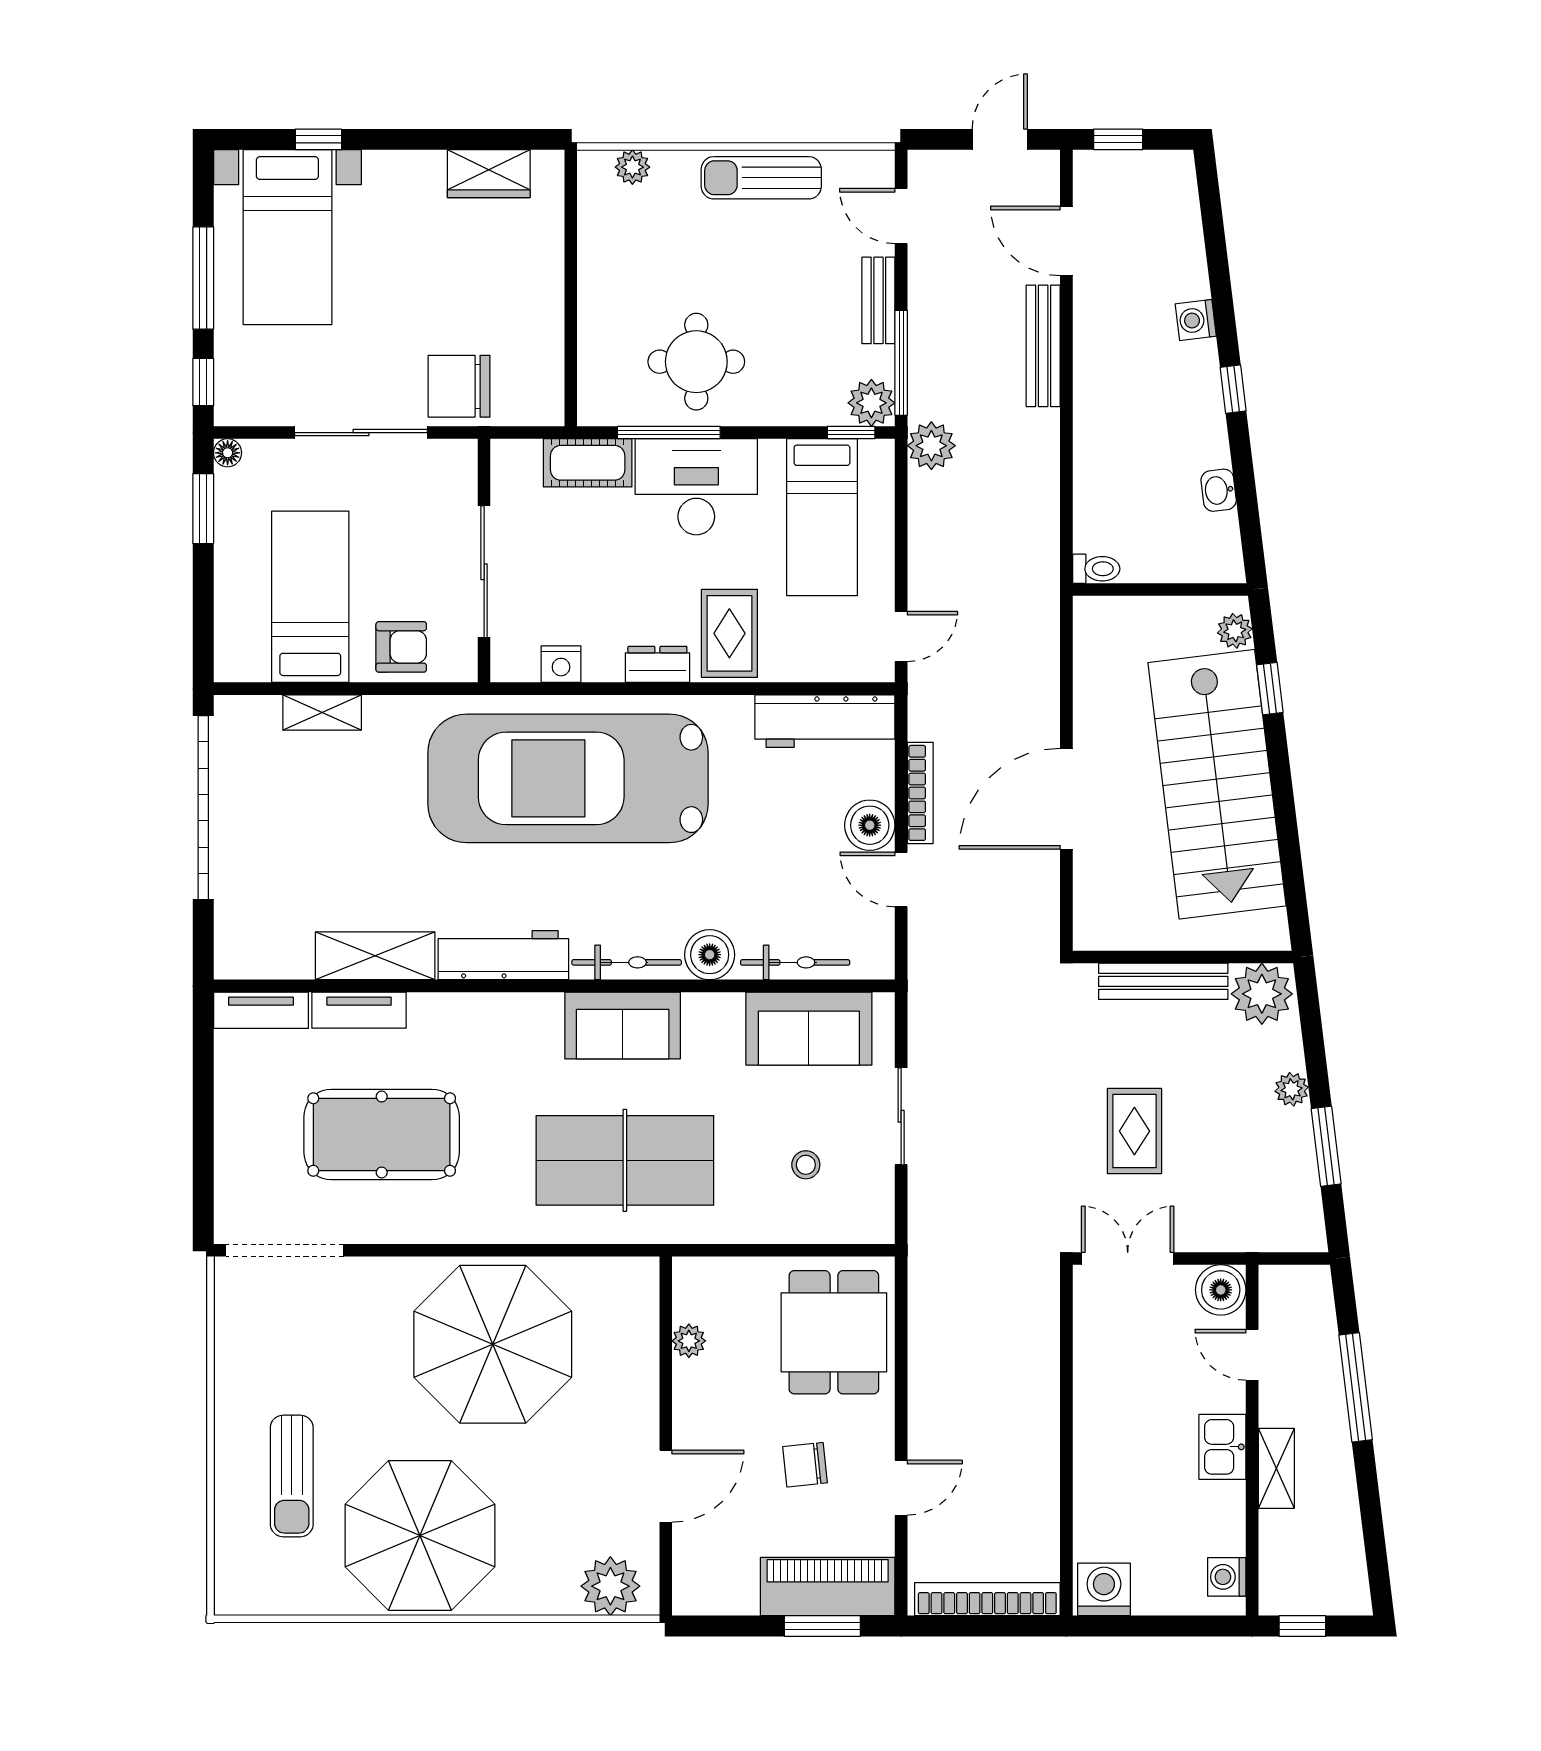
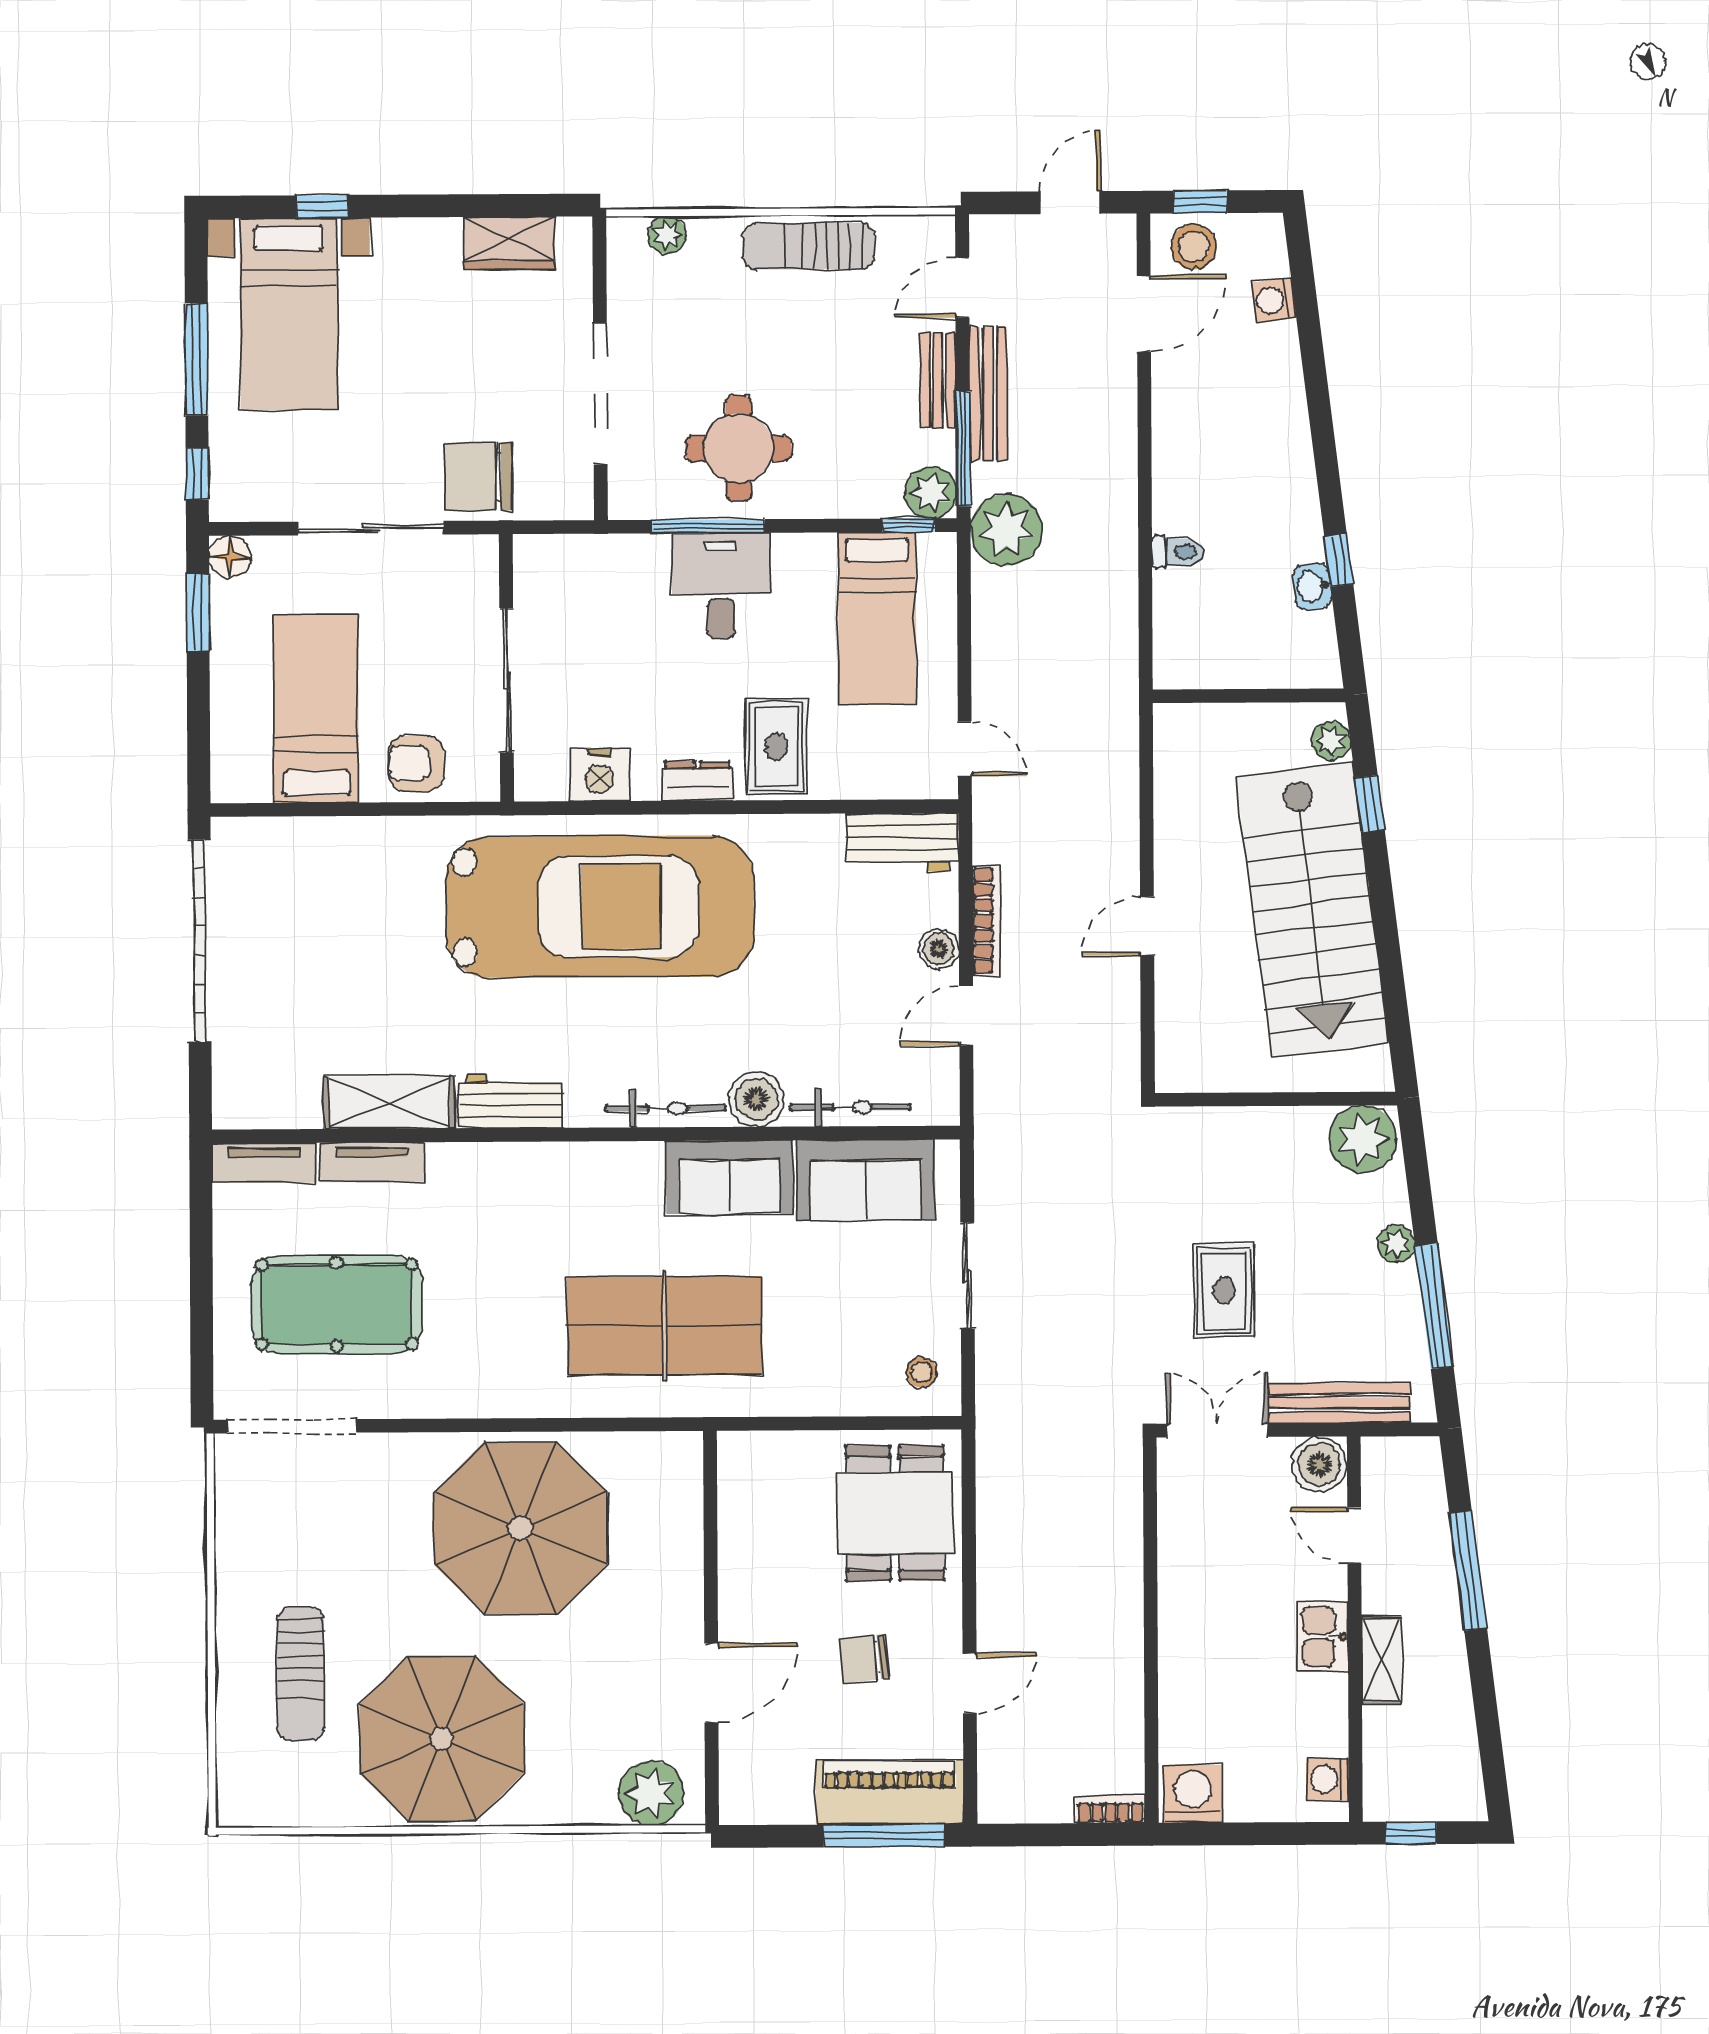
stool: (1112, 180) -> (1194, 247), added
door: (901, 216) -> (962, 287), hinge flipped
door: (1066, 241) -> (1144, 314), swing flipped
doorway: (571, 311) -> (600, 394), added
washing machine: (1196, 320) -> (1274, 300), moved
bench: (1043, 346) -> (988, 394), moved
window: (1233, 389) -> (1339, 560), moved
plant: (931, 446) -> (1006, 530), width x1.36, depth x1.36
floor lamp: (228, 453) -> (230, 557), width x1.37, depth x1.37
cot: (588, 463) -> (620, 560), removed
desk: (696, 487) -> (721, 586), width x0.73
toilet: (1096, 569) -> (1178, 552), moved
door: (901, 636) -> (965, 749), hinge flipped
armchair: (401, 647) -> (416, 763), turned 180
nightstand: (561, 664) -> (599, 775), width x1.36, depth x1.33
shelving: (322, 712) -> (330, 836), removed
workbench: (825, 721) -> (903, 842), width x0.73
car: (568, 778) -> (600, 907), turned 180
door: (1066, 799) -> (1147, 926), width x0.53
boiler: (870, 825) -> (939, 949), width x0.73, depth x0.73
door: (901, 879) -> (966, 1016), hinge flipped
workbench: (503, 955) -> (510, 1101), width x0.73
bench: (1163, 981) -> (1339, 1403), moved
sofa: (623, 1026) -> (729, 1177), moved
pool table: (382, 1135) -> (337, 1304), moved
window: (1326, 1146) -> (1434, 1306), width x1.44
stool: (806, 1165) -> (922, 1372), moved
plant: (689, 1341) -> (736, 1523), removed
bookcase: (987, 1599) -> (1110, 1809), width x0.43, depth x0.76
window: (822, 1626) -> (884, 1836), width x1.44

